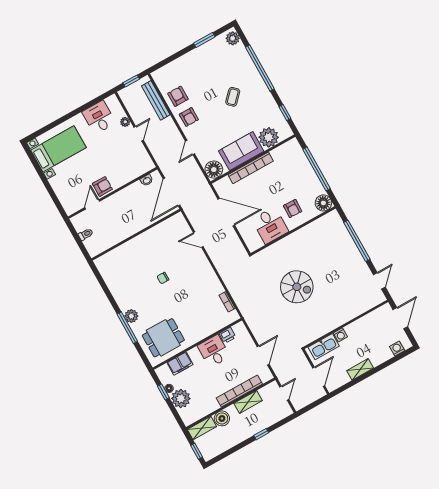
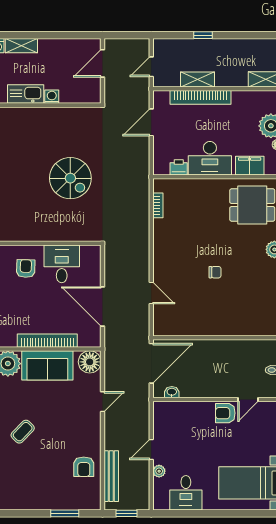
window: (204, 40) -> (65, 513), moved
armchair: (189, 117) -> (85, 437), removed
spiral stairs: (297, 287) -> (70, 178), turned 180
kitchen sink: (324, 347) -> (26, 94), moved
desk: (214, 351) -> (210, 158), width x1.37
shelving: (360, 369) -> (21, 46), moved
boiler: (222, 418) -> (237, 78), removed

